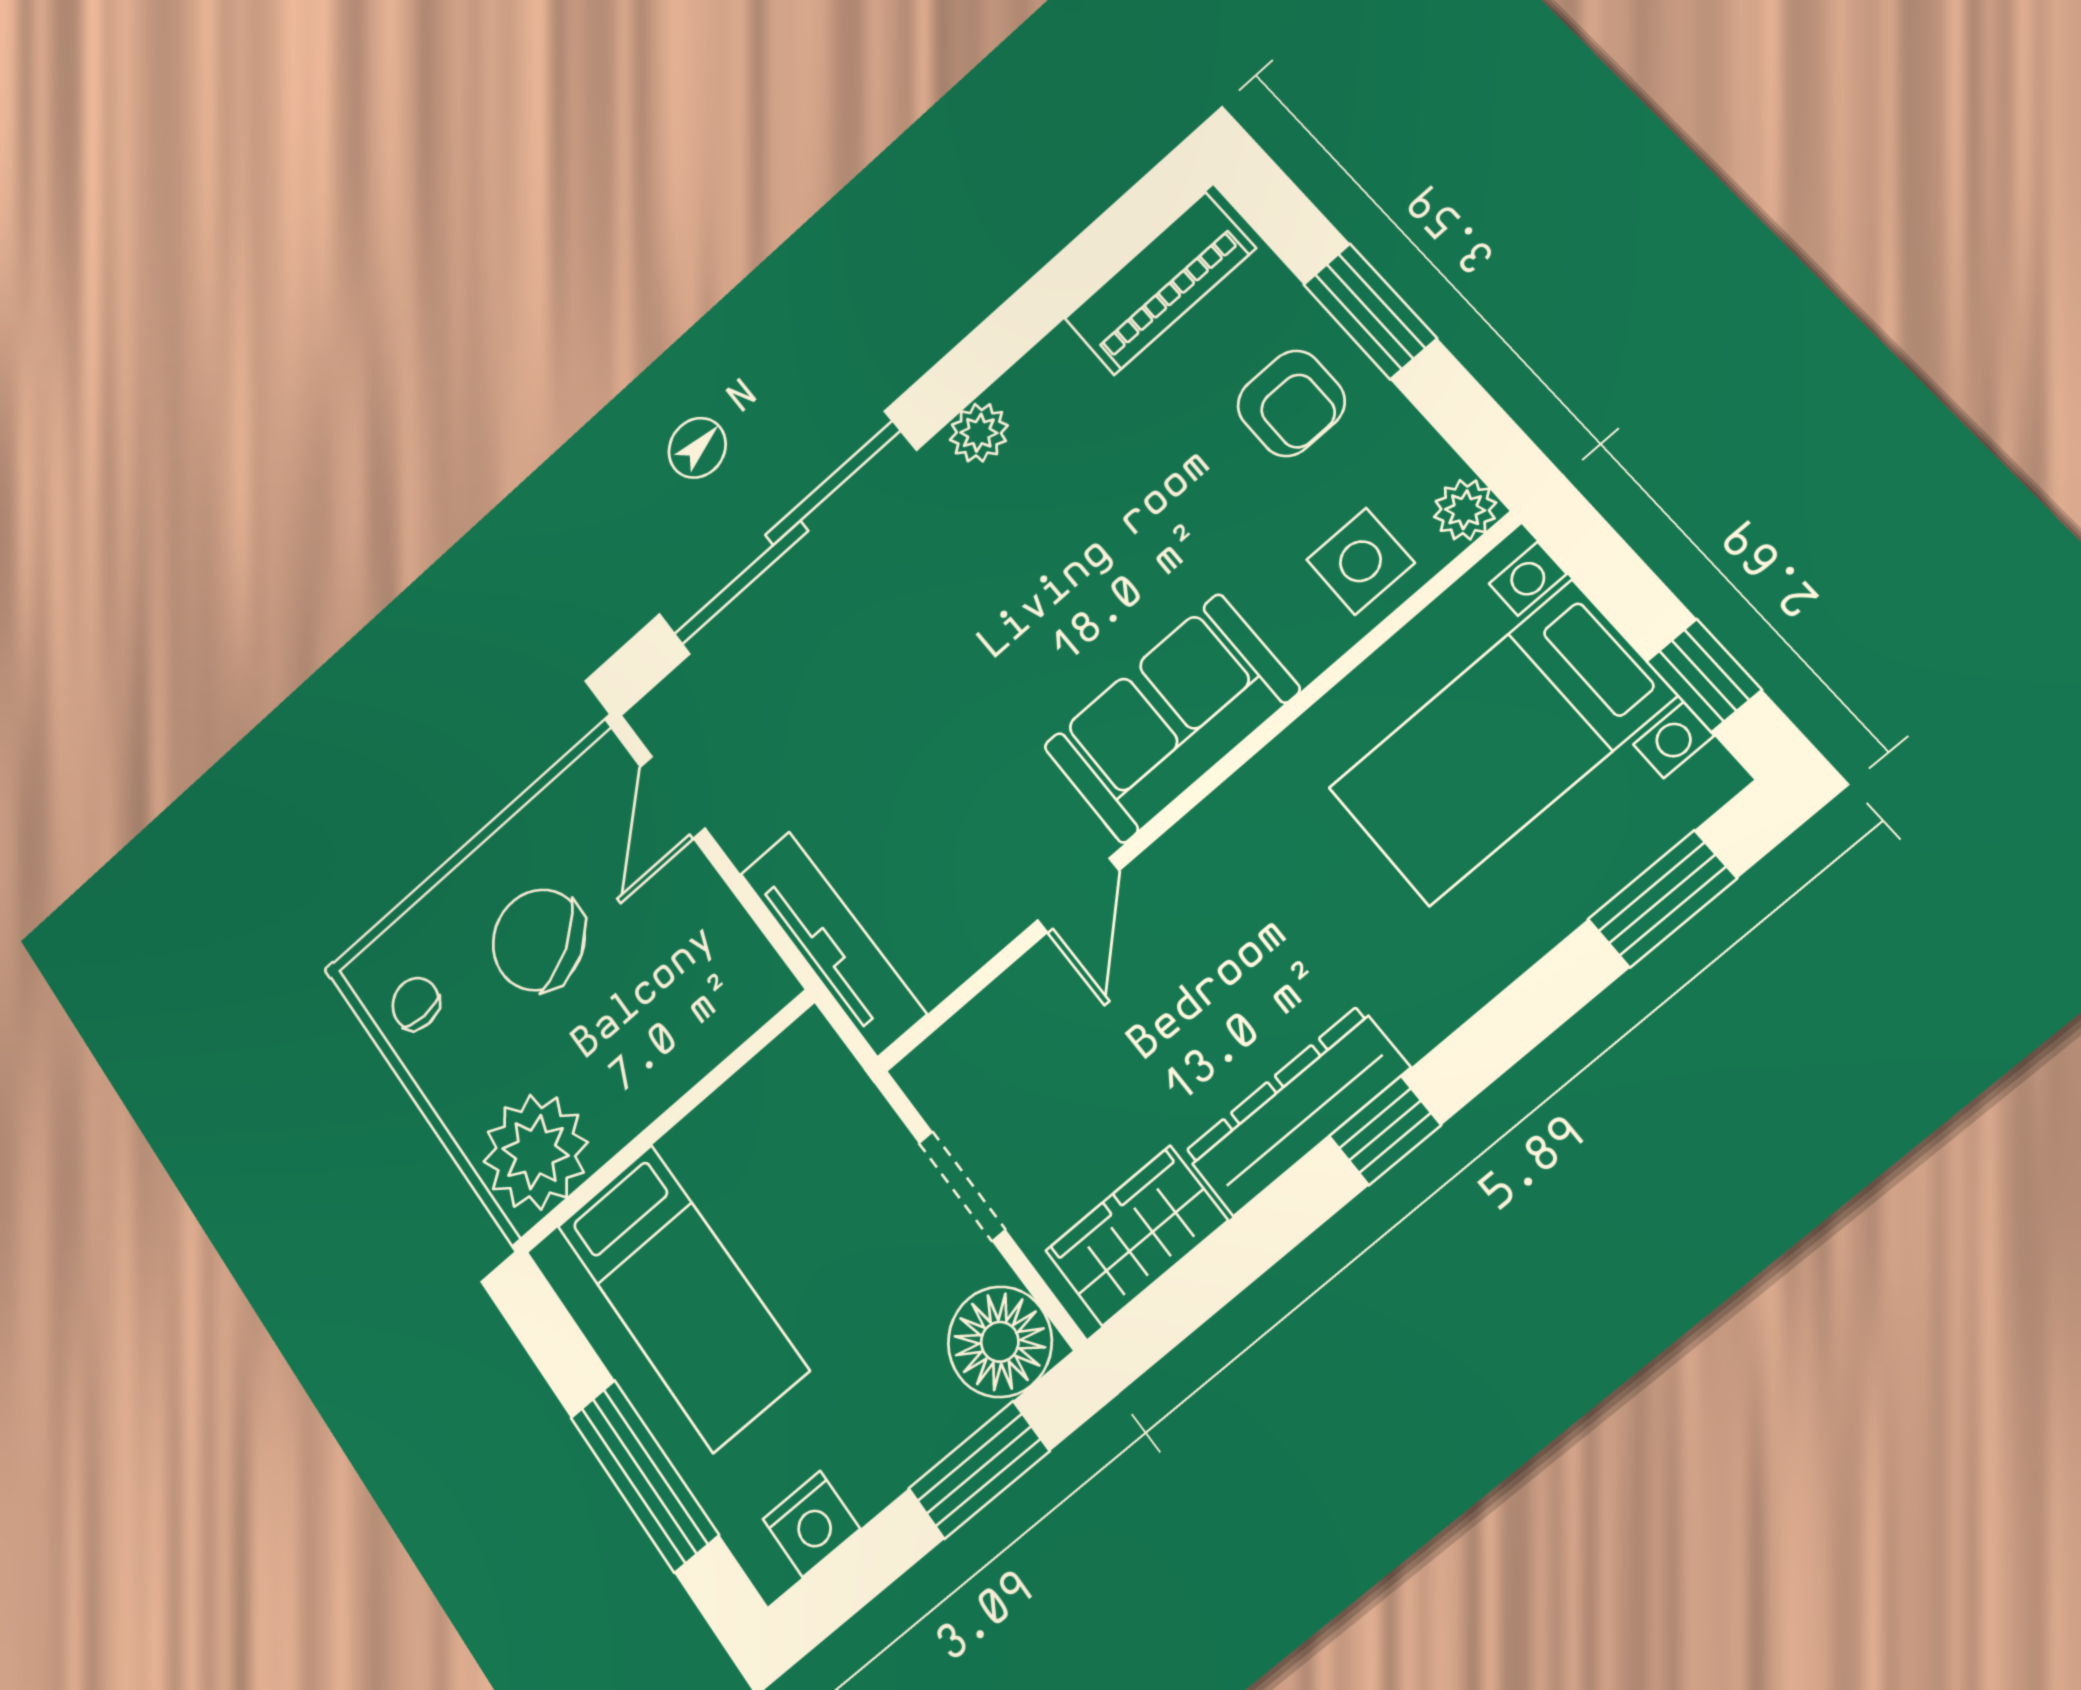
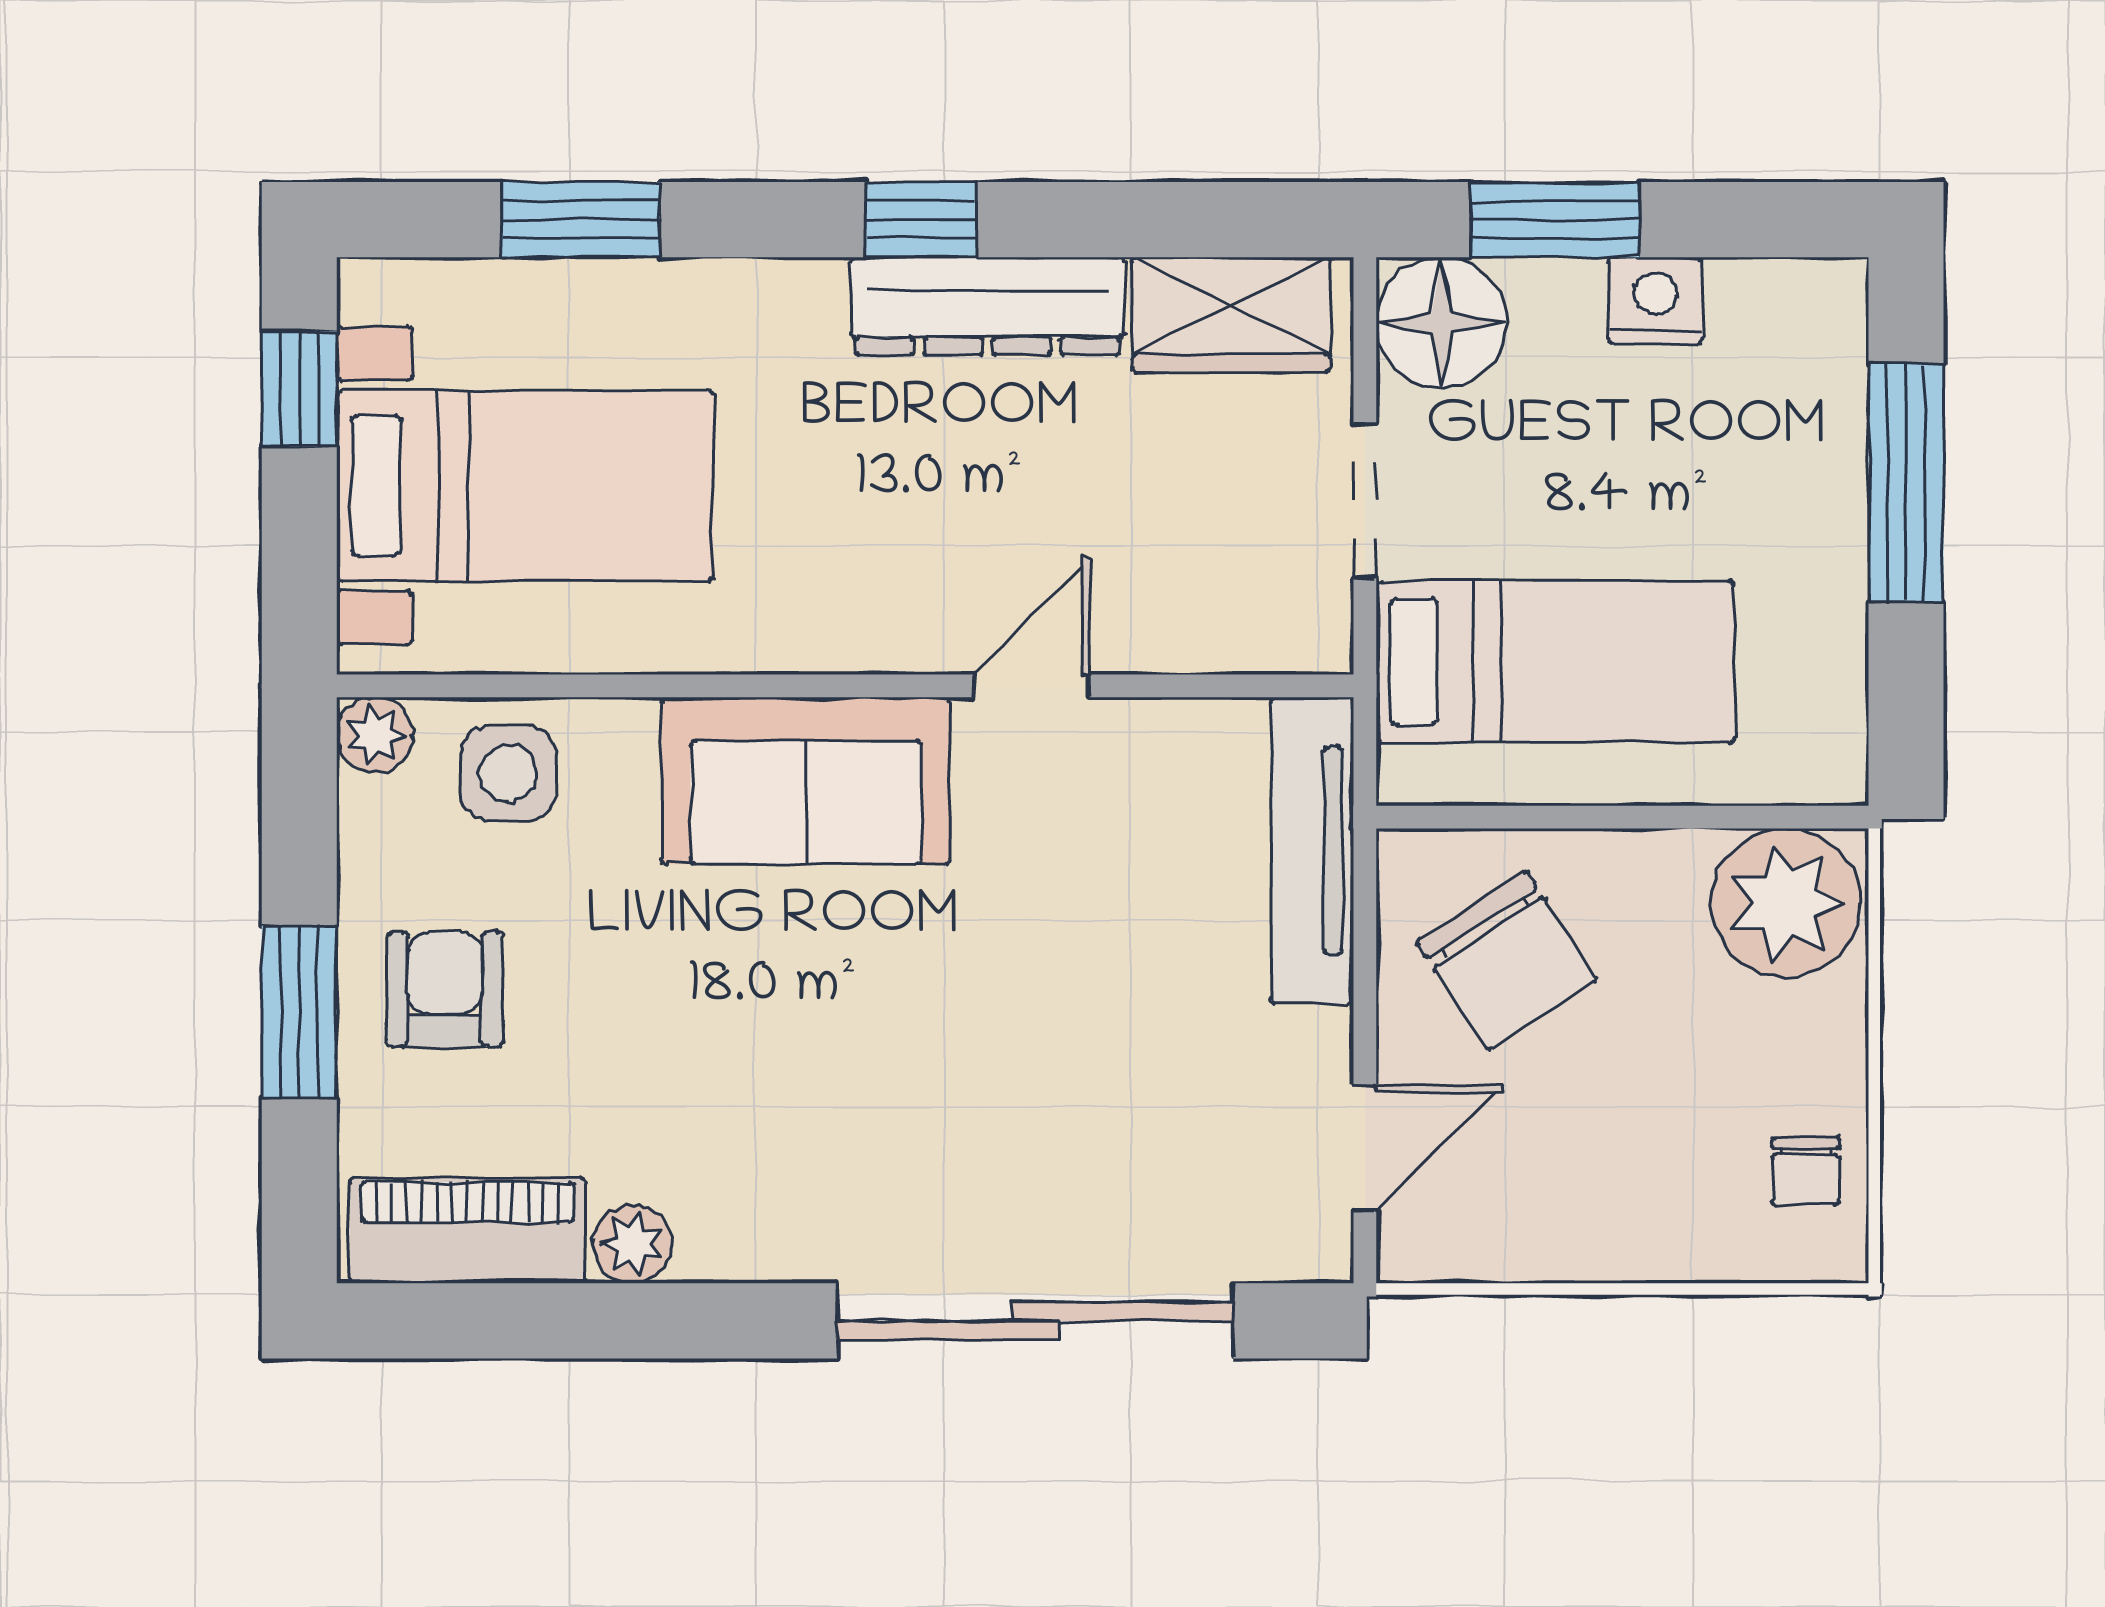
plant: (979, 433) -> (632, 1244), moved
window: (1662, 899) -> (581, 220), moved
chair: (539, 940) -> (1507, 961), moved
bed: (682, 1297) -> (1555, 661), moved, turned 90
nightstand: (811, 1524) -> (1655, 301), moved

